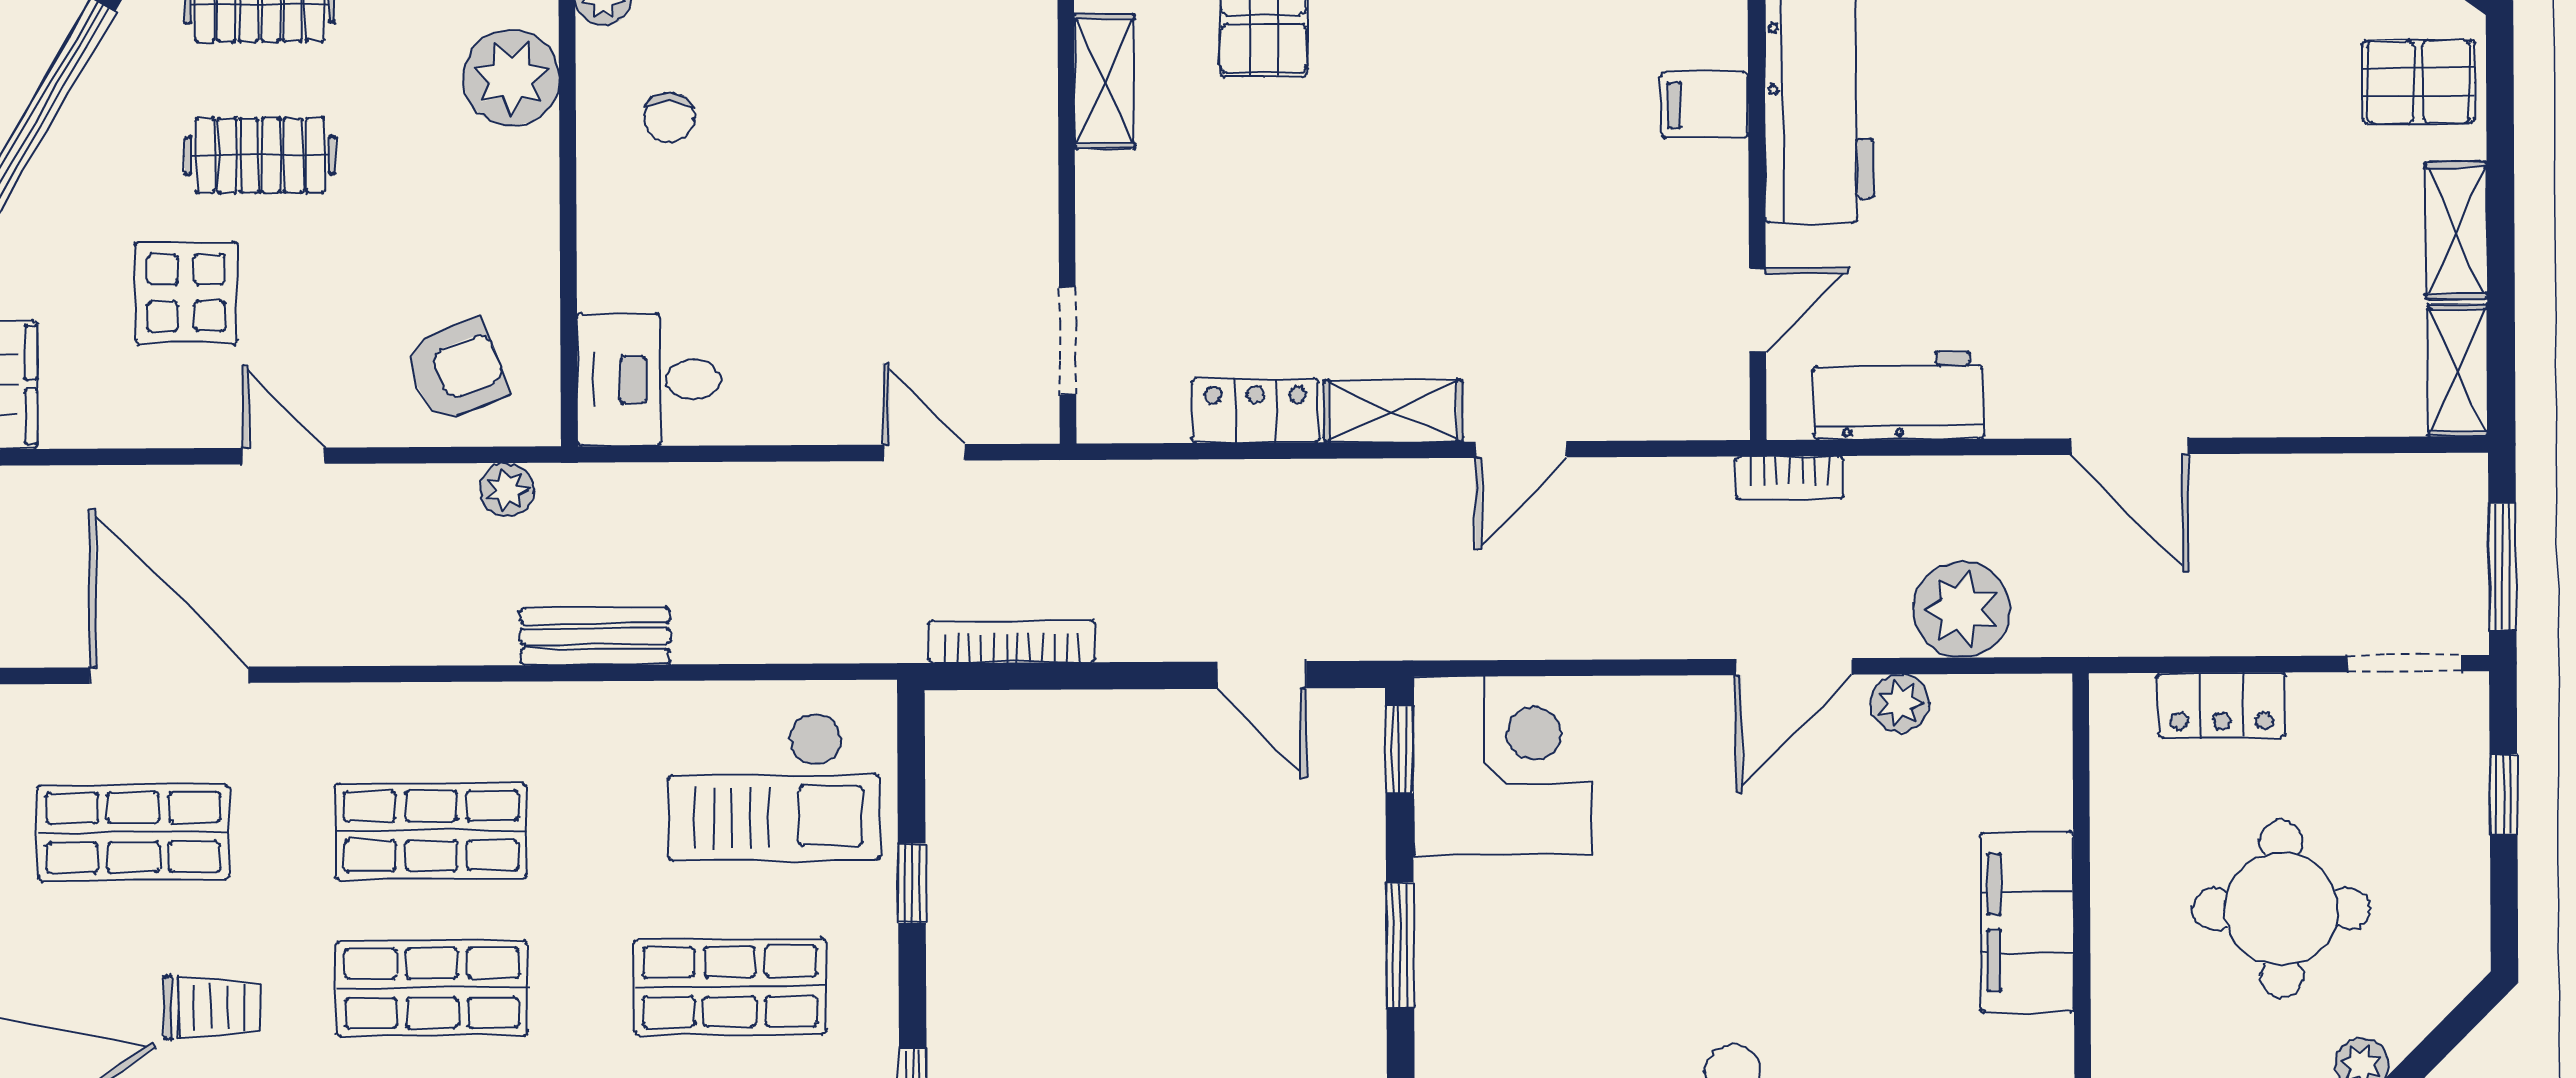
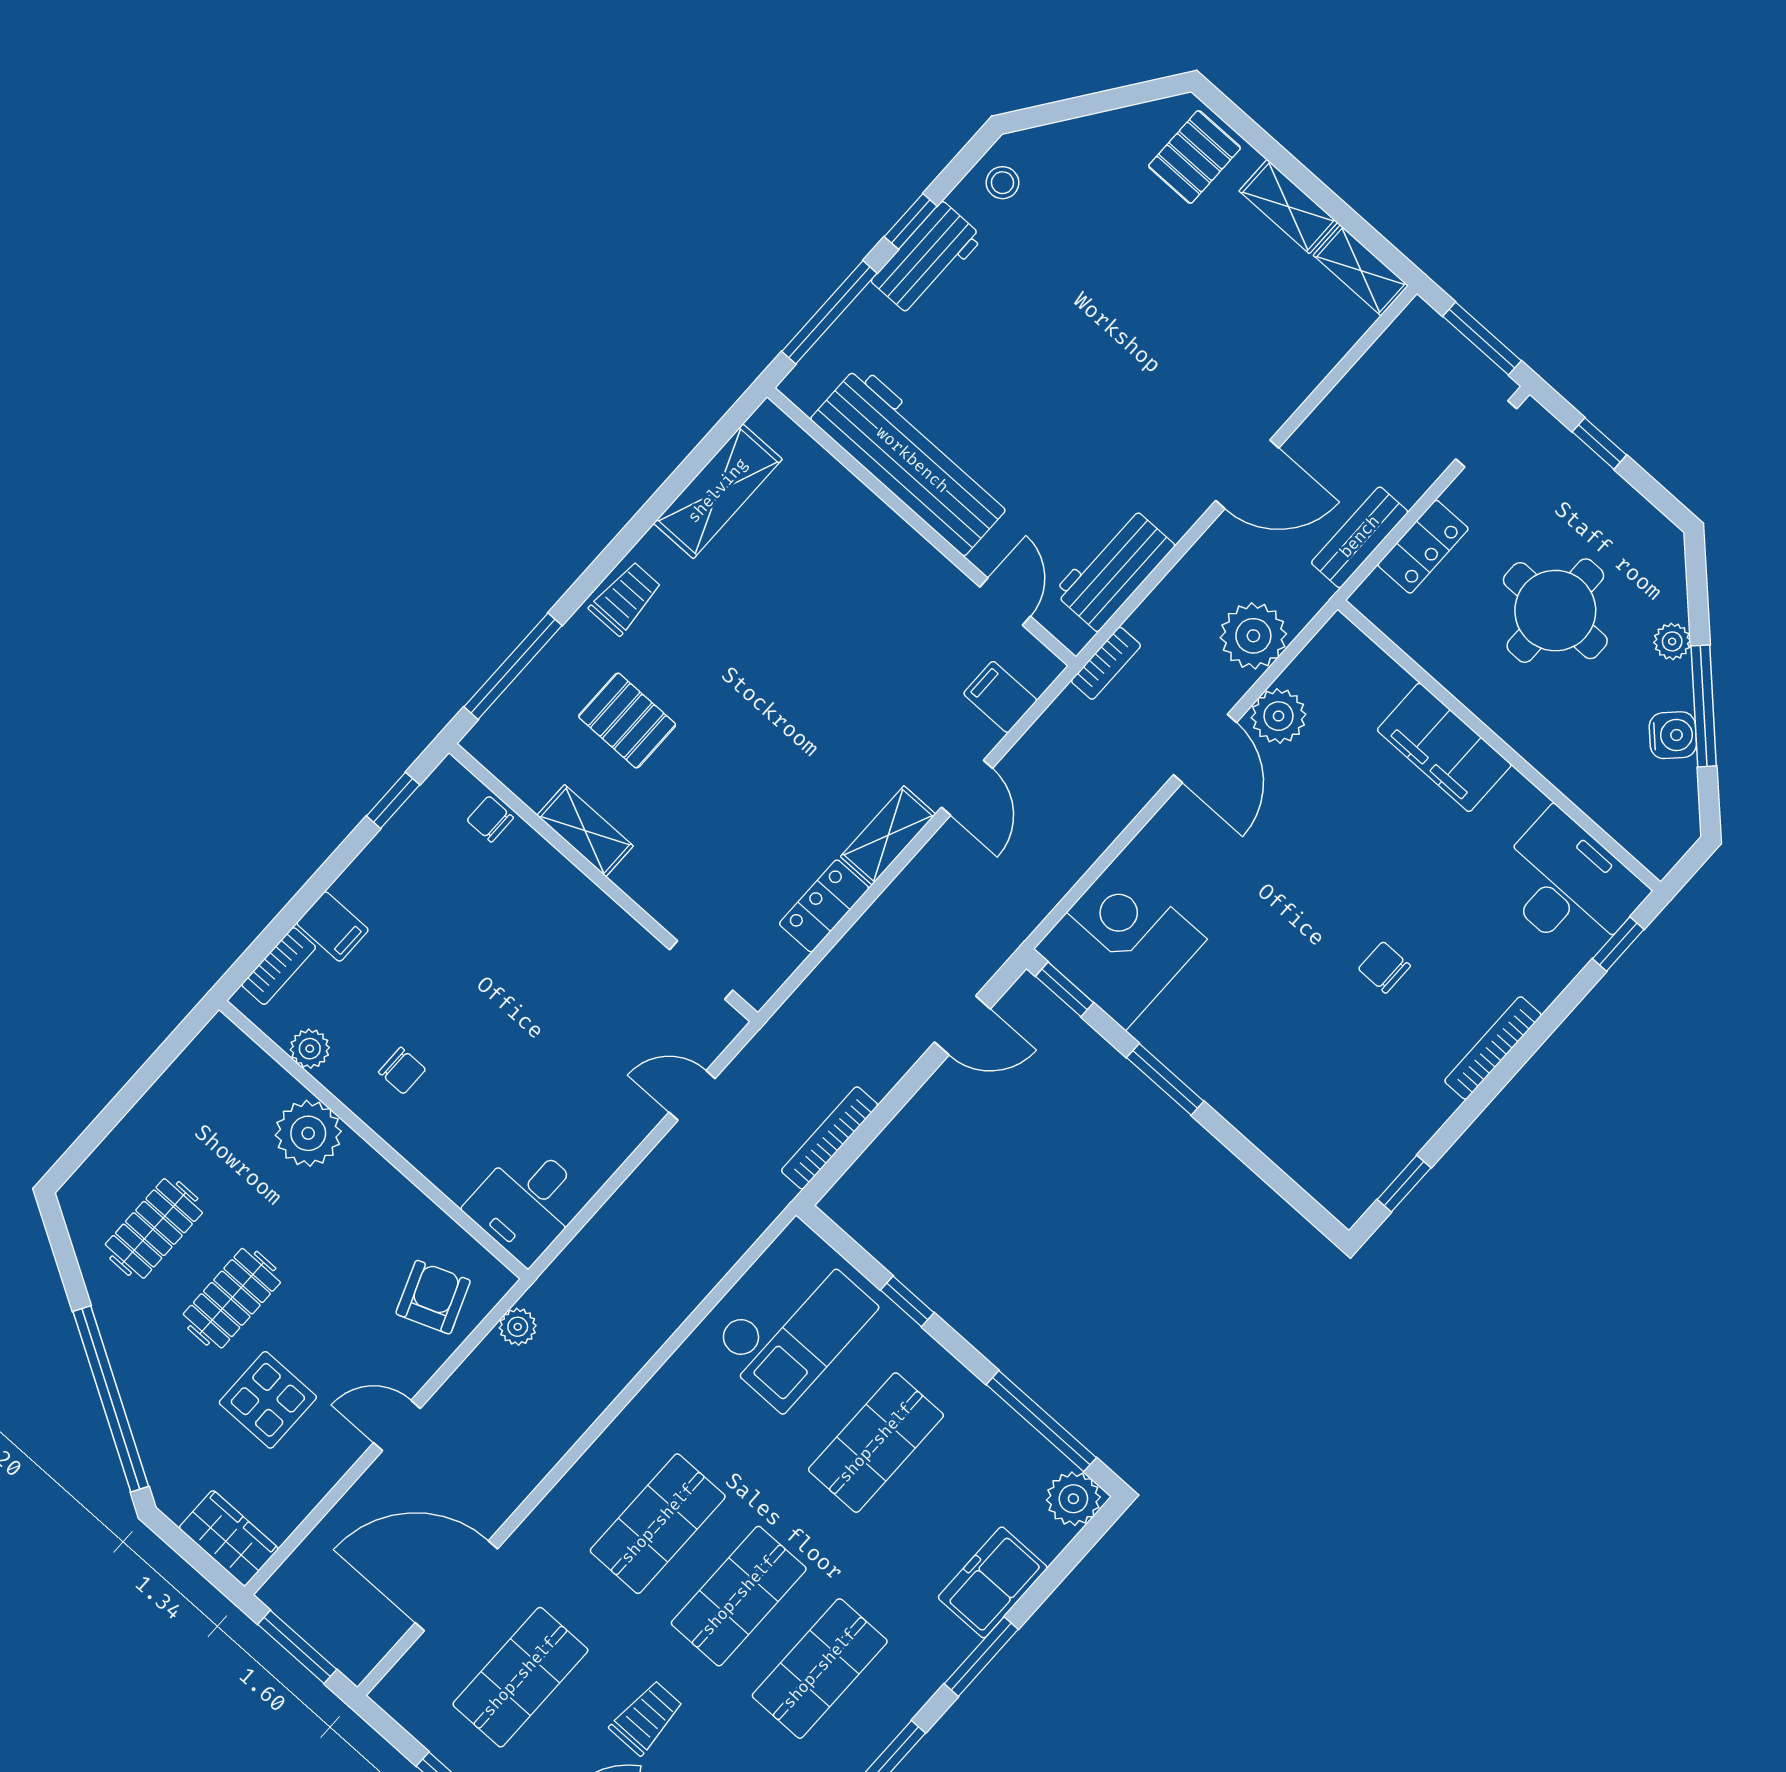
filing cabinet: (1705, 105) -> (1000, 697), moved, turned 90
bench: (595, 636) -> (1360, 537), moved
plant: (1900, 703) -> (1279, 716), width x1.38, depth x1.38

